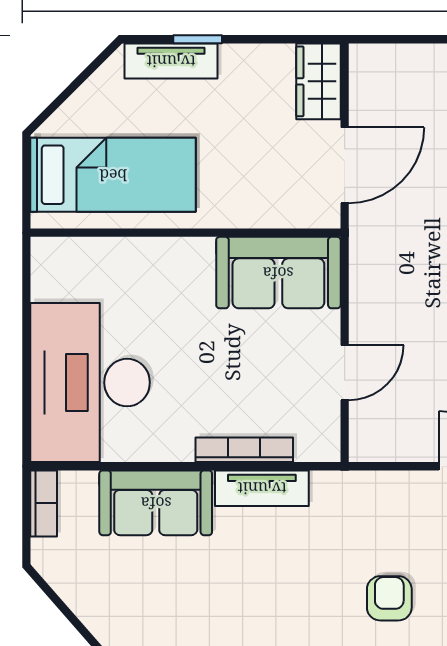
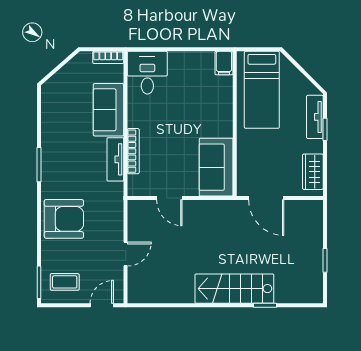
wardrobe: (318, 81) -> (313, 172), moved, turned -90
filing cabinet: (56, 256) -> (224, 63), added
desk: (90, 383) -> (147, 73), width x0.53, depth x0.77
armchair: (389, 598) -> (64, 219), width x1.88, depth x1.88

